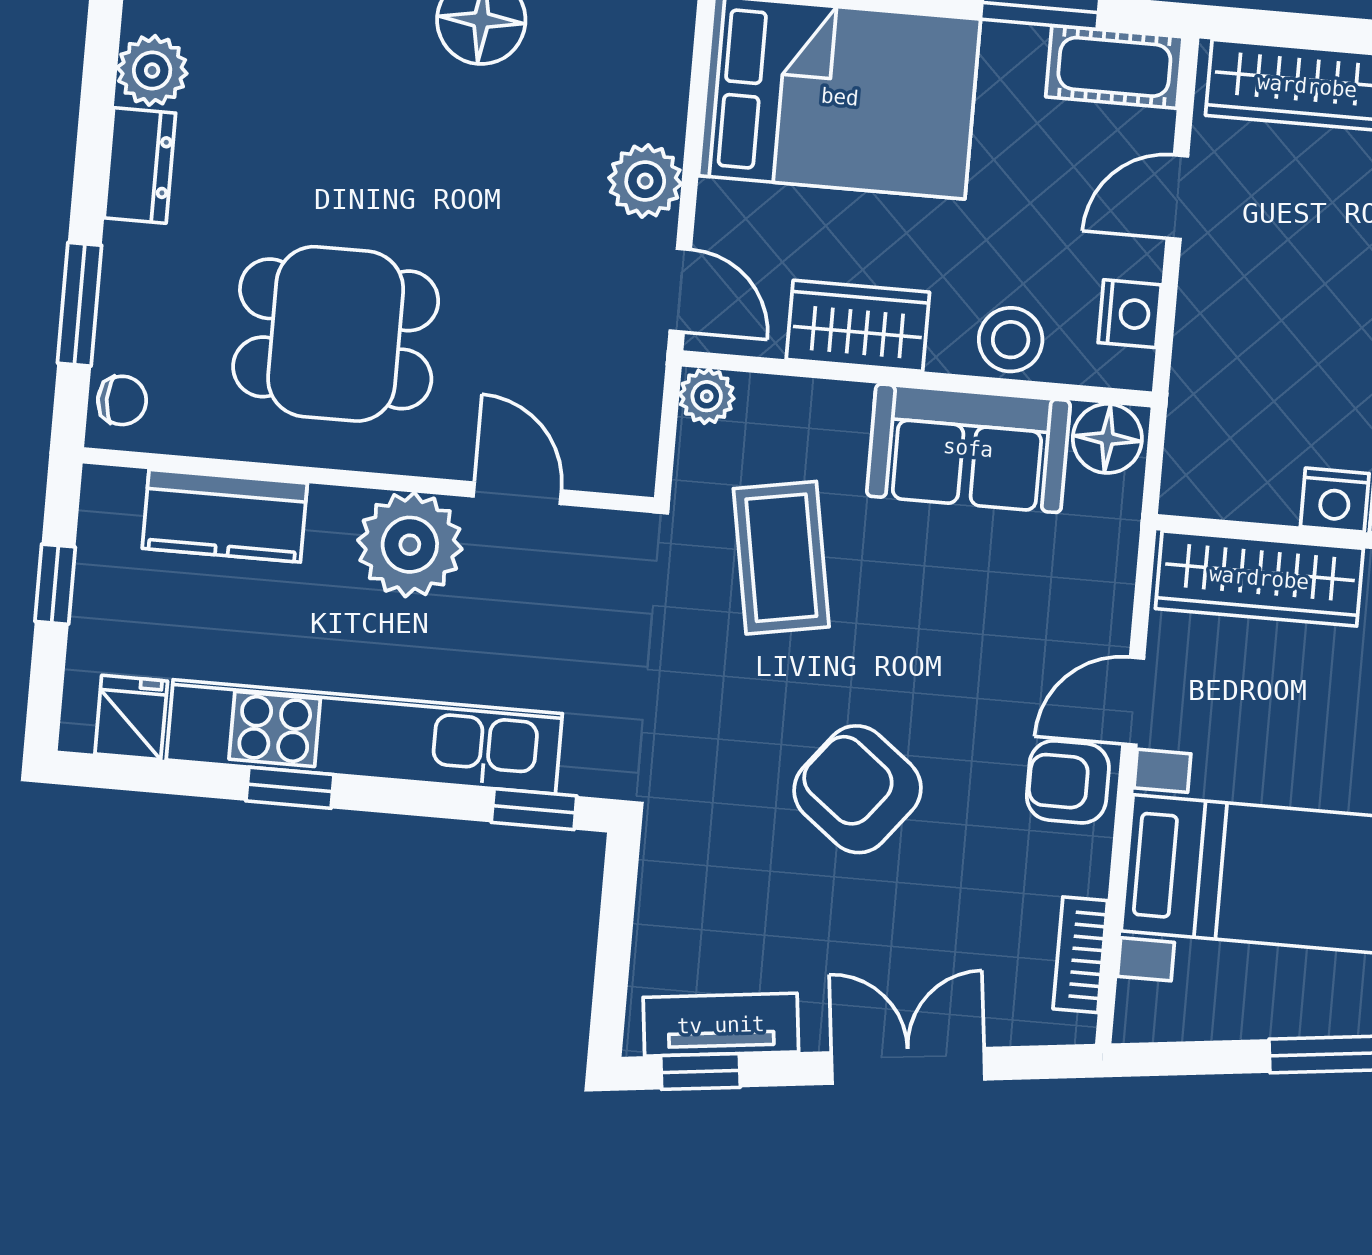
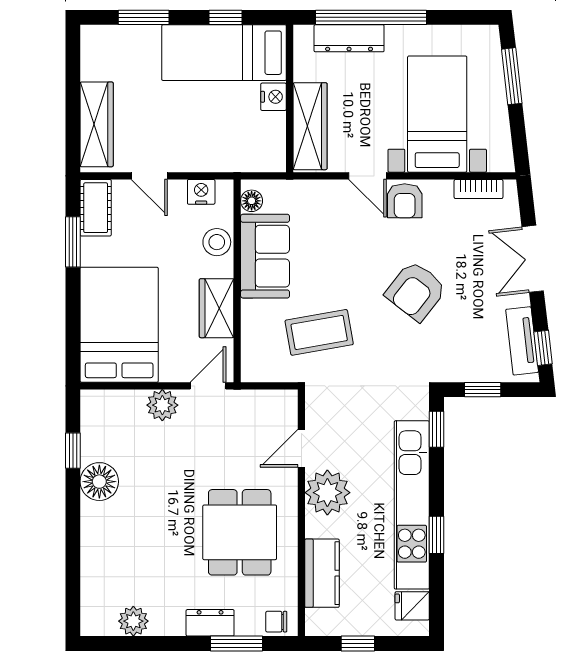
dresser: (140, 165) -> (210, 623), moved
plant: (707, 396) -> (253, 371), removed
chair: (122, 400) -> (276, 622), turned -90
floor lamp: (1107, 438) -> (252, 201), width x0.73, depth x0.73
window: (616, 924) -> (483, 390), added

